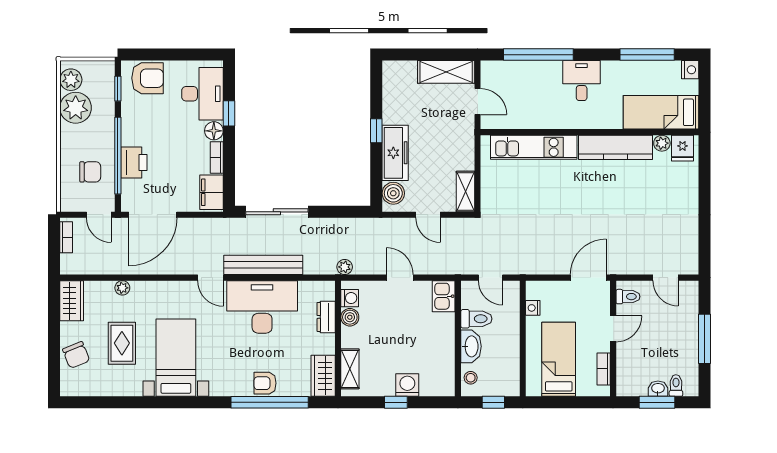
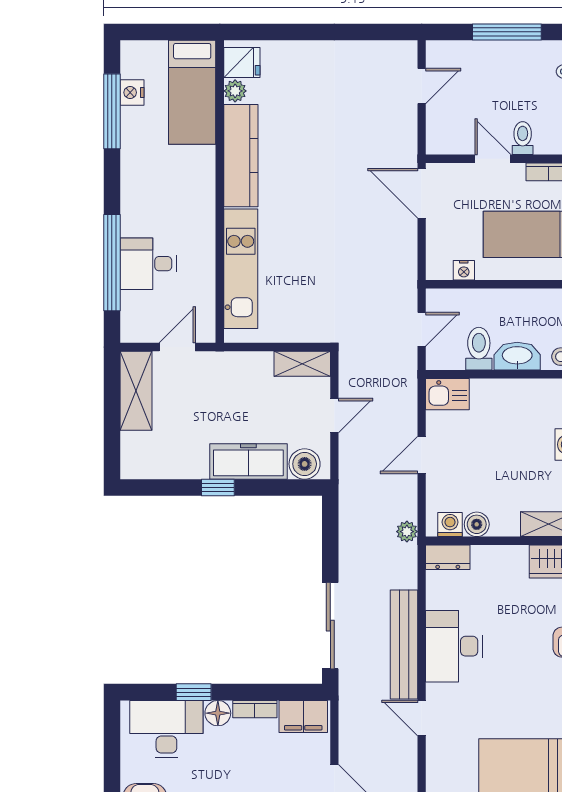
nightstand: (690, 70) -> (132, 92), moved, turned -90
desk: (582, 81) -> (148, 264), moved
door: (210, 278) -> (422, 718), swing flipped
toilet: (628, 297) -> (523, 138), moved
desk: (262, 307) -> (454, 646), width x0.73, depth x0.77
dresser: (326, 317) -> (448, 557), moved

